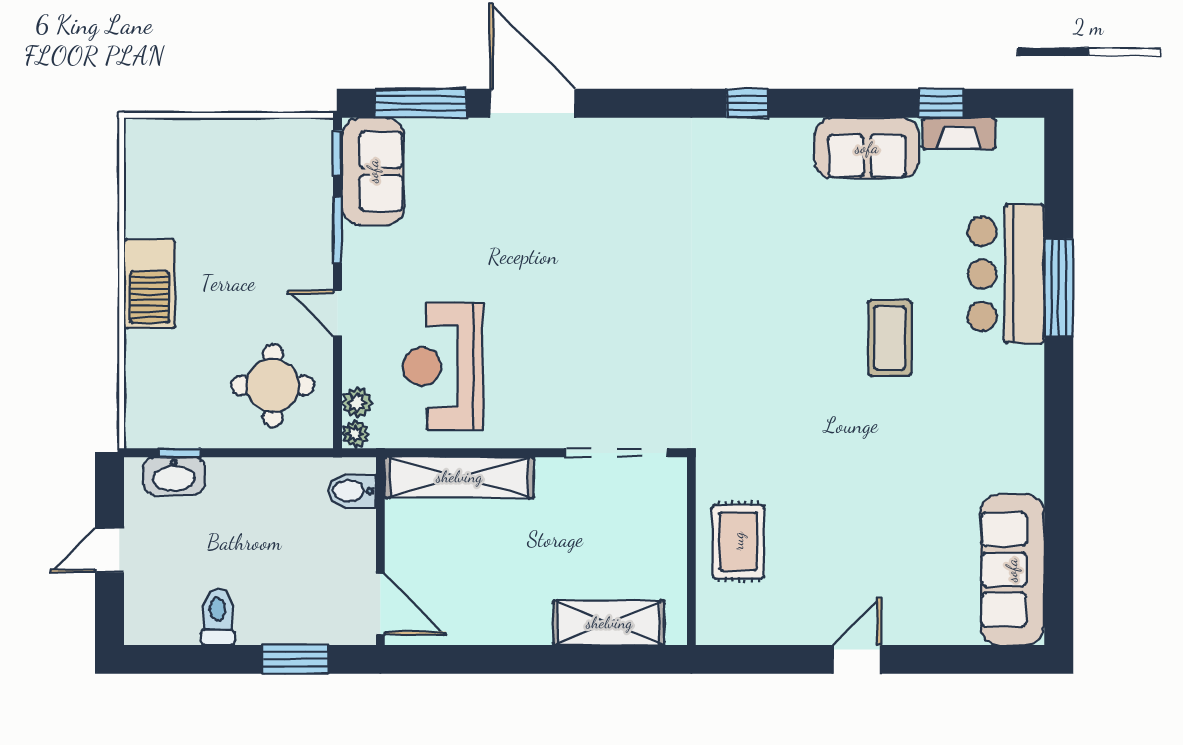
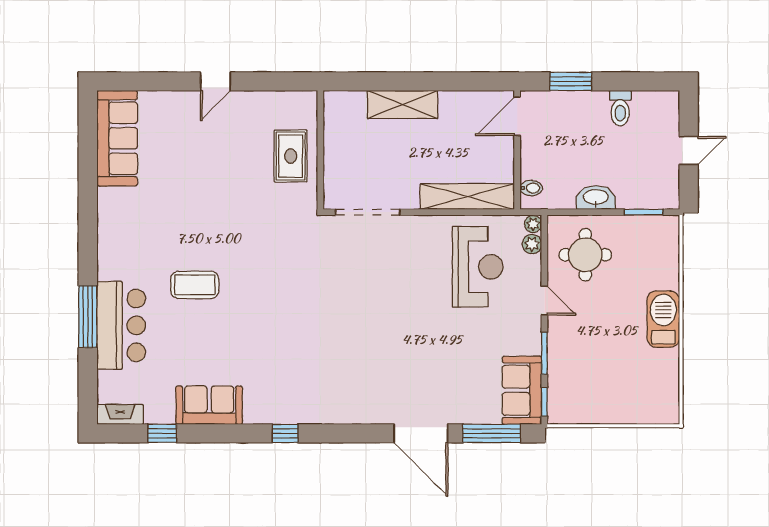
fireplace: (959, 133) -> (120, 414), moved
coffee table: (890, 338) -> (195, 285), turned 90
window: (180, 453) -> (644, 212), width x1.50
washbasin: (174, 476) -> (596, 198), moved
bidet: (352, 491) -> (531, 188), width x0.72, depth x0.74
door: (380, 604) -> (517, 116), hinge flipped
shelving: (609, 623) -> (402, 104), moved

